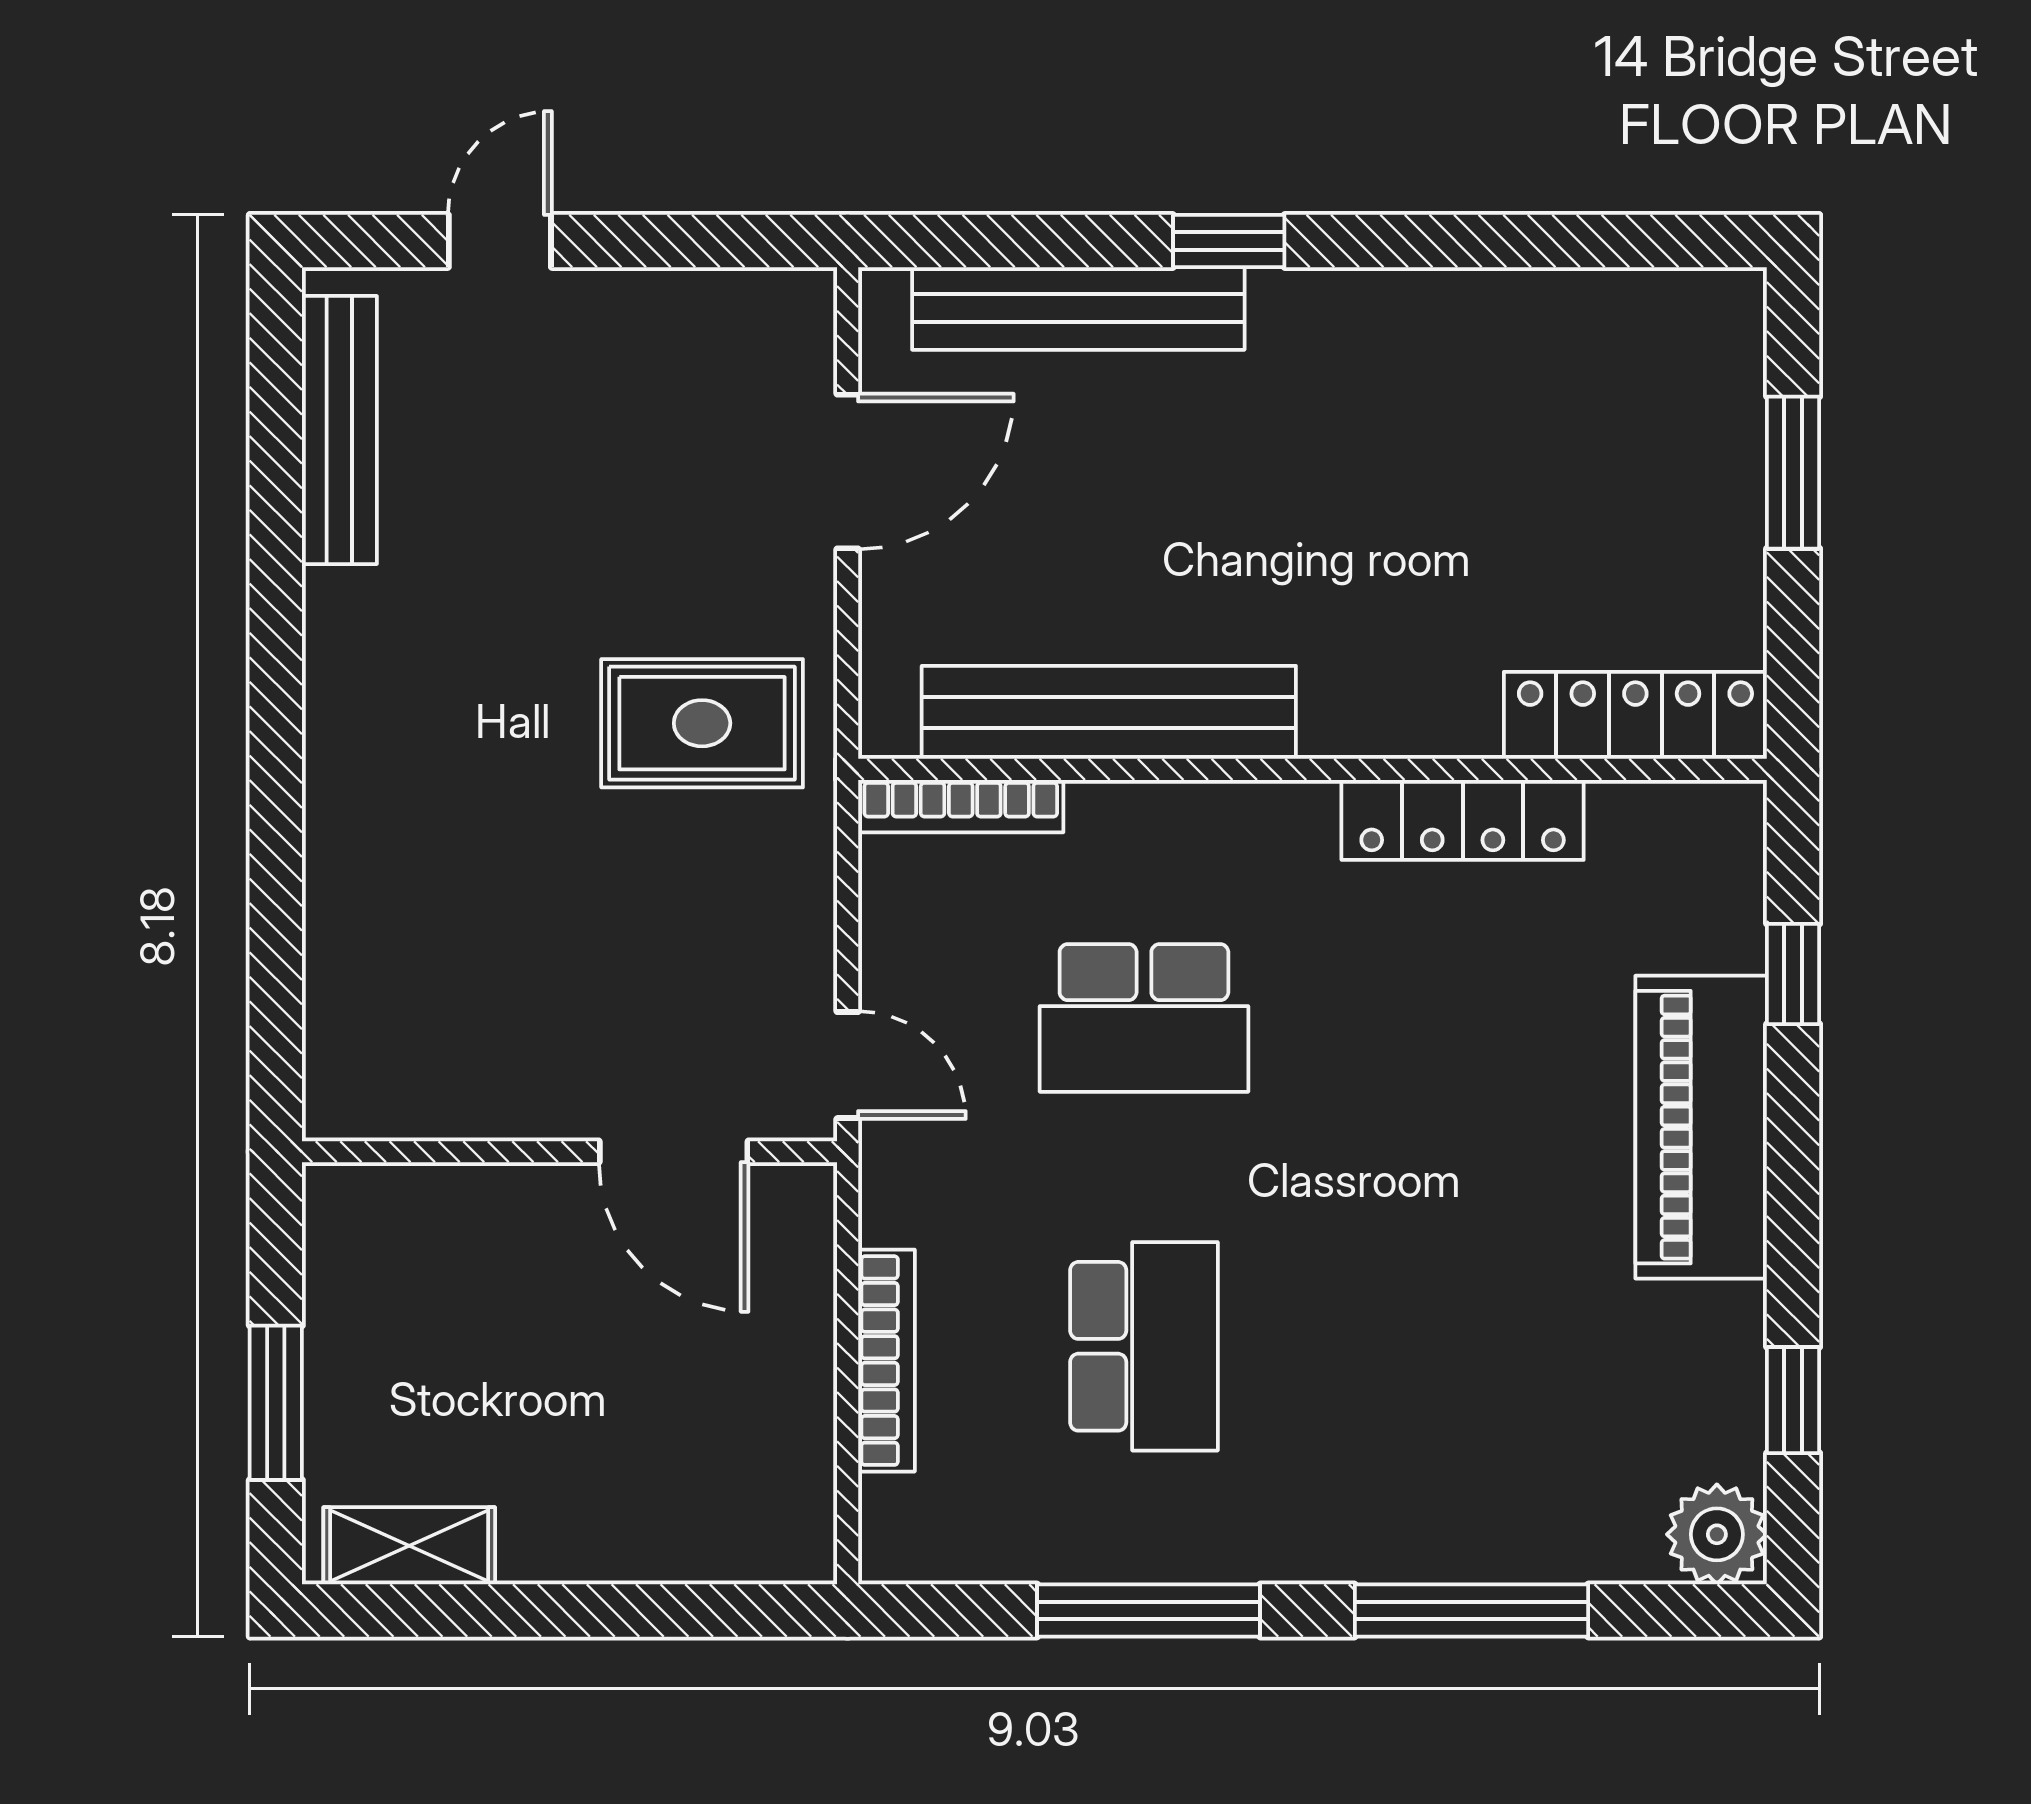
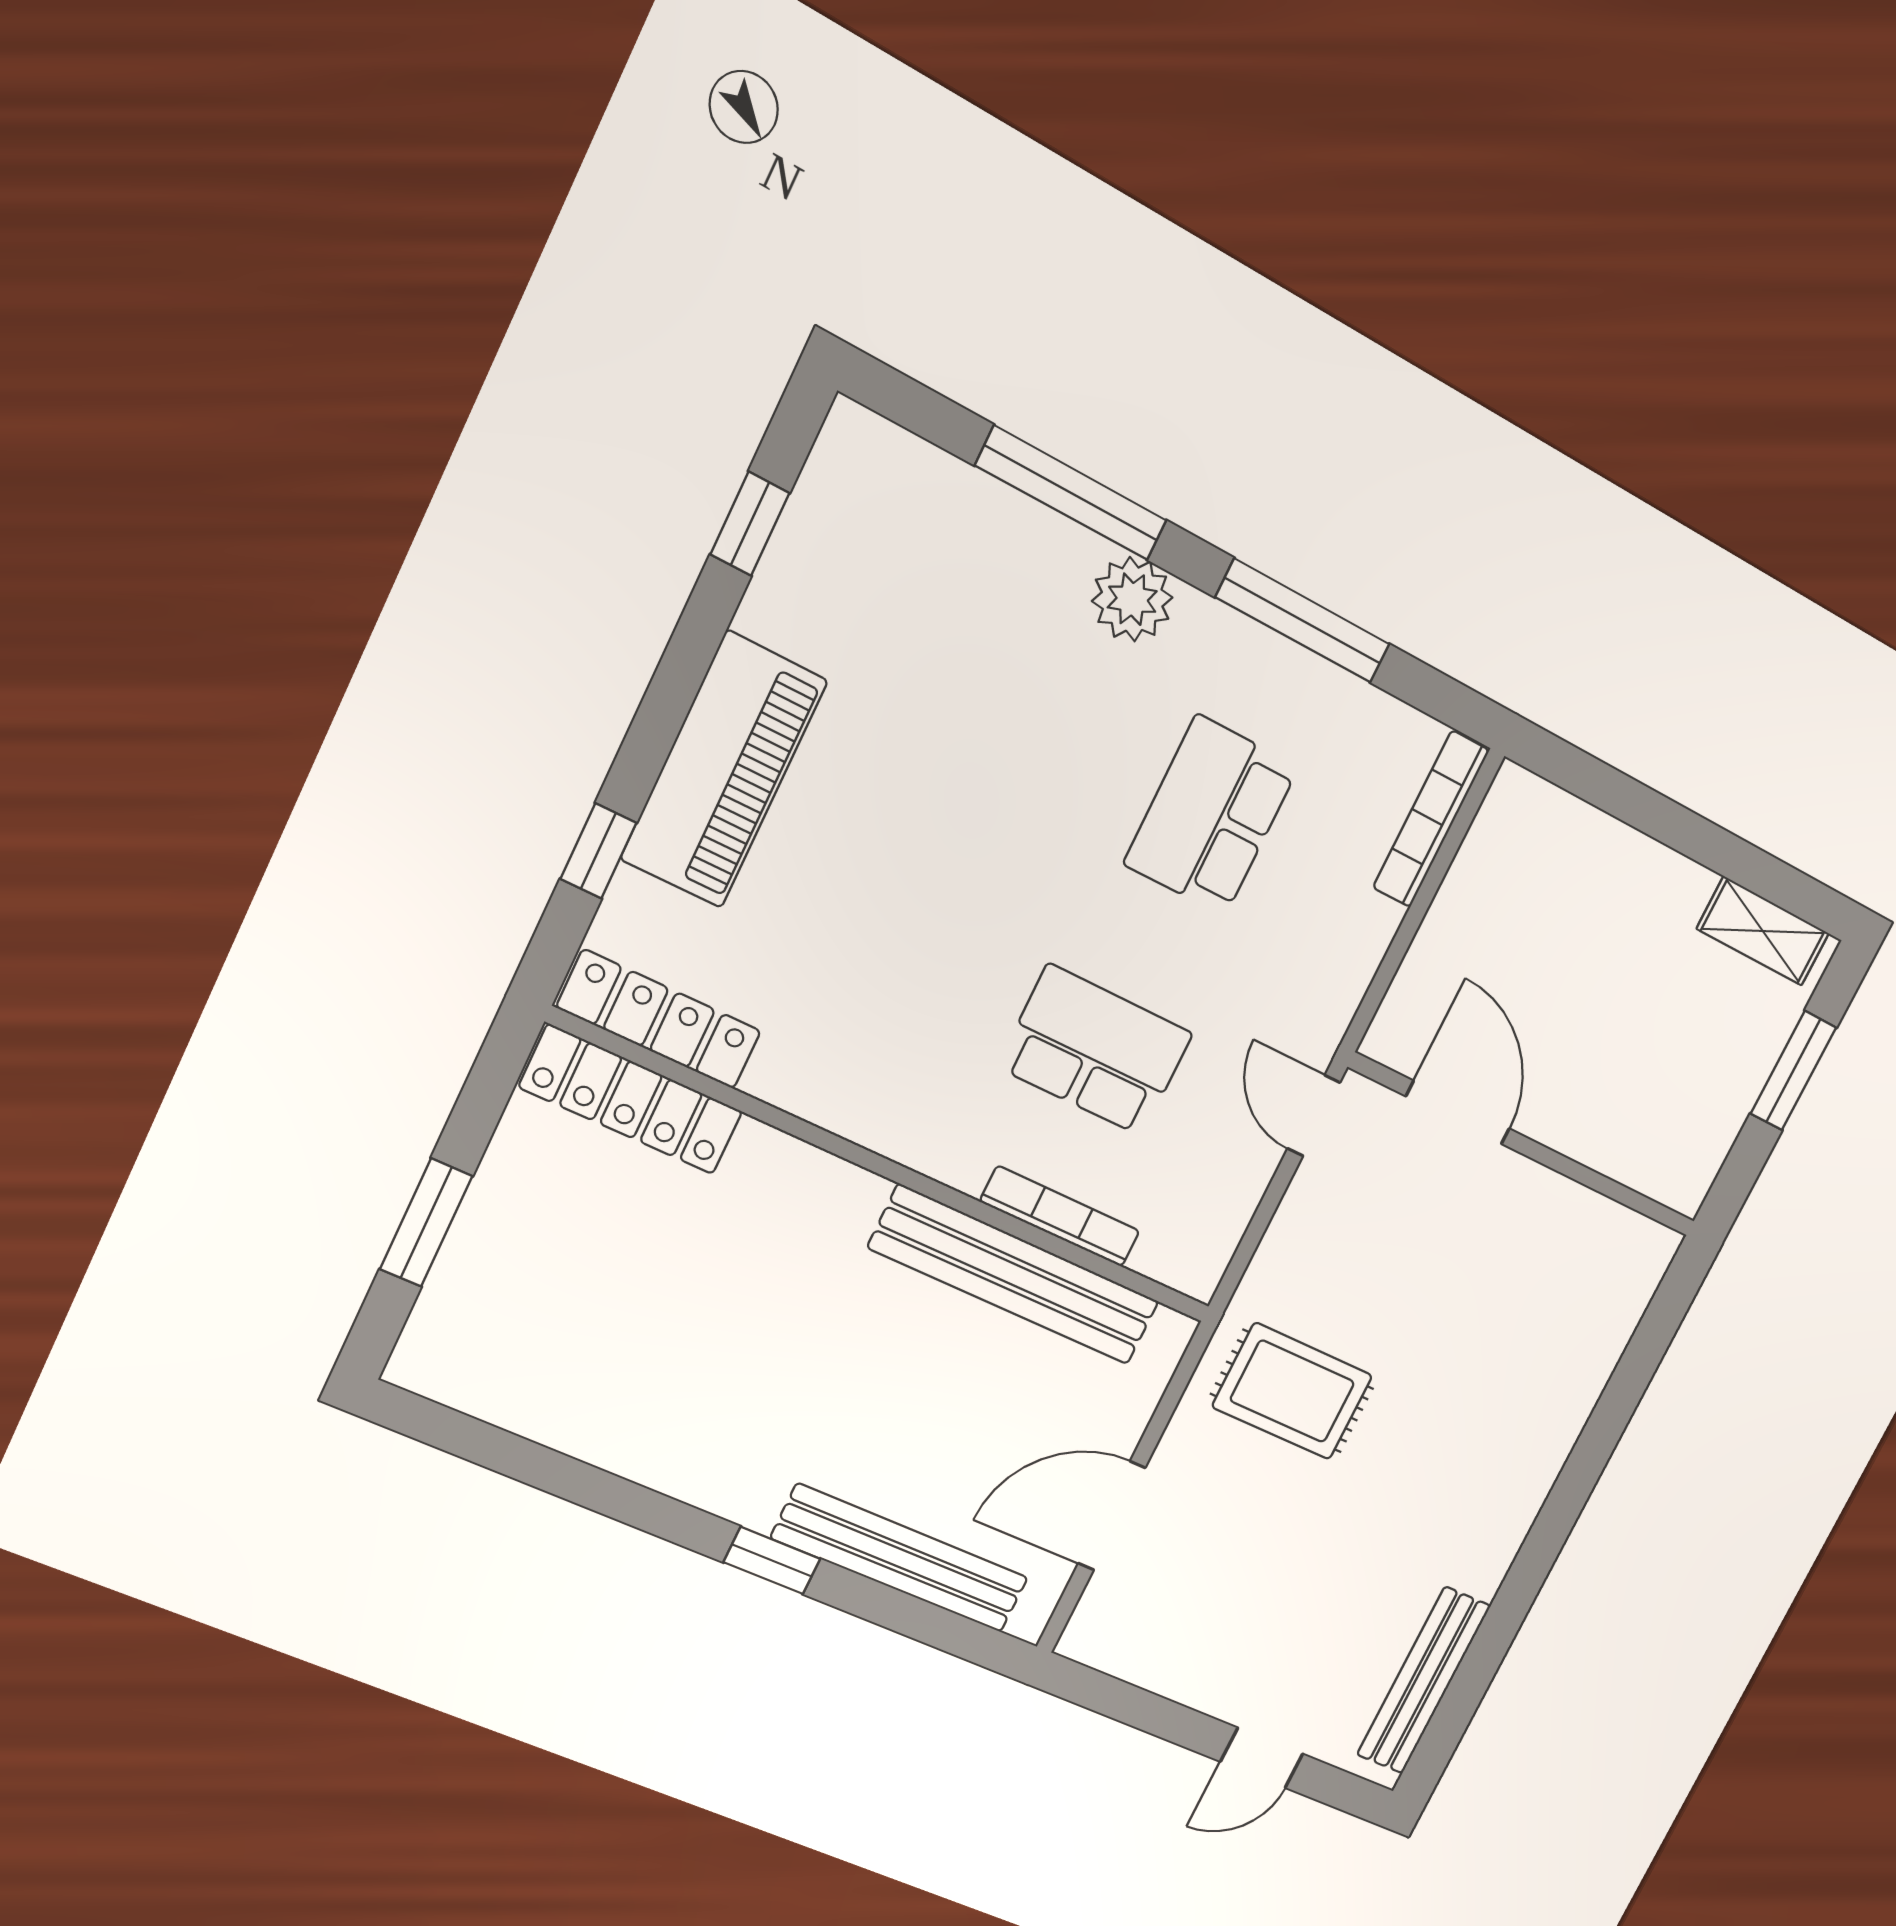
bookcase: (961, 806) -> (1060, 1216), moved
locker: (1463, 820) -> (659, 1019), moved
bookcase: (886, 1361) -> (1431, 819), moved
plant: (1717, 1534) -> (1132, 599), moved

